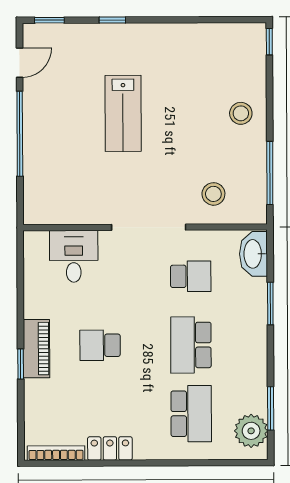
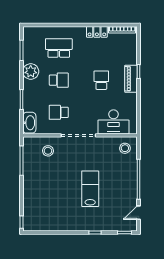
stool: (241, 113) -> (125, 148), moved
desk: (74, 256) -> (114, 122), width x1.37
school desk: (100, 345) -> (101, 80), turned -90
school desk: (191, 345) -> (59, 80), width x0.54
school desk: (191, 414) -> (59, 48), turned 90
plant: (251, 431) -> (31, 71), moved

